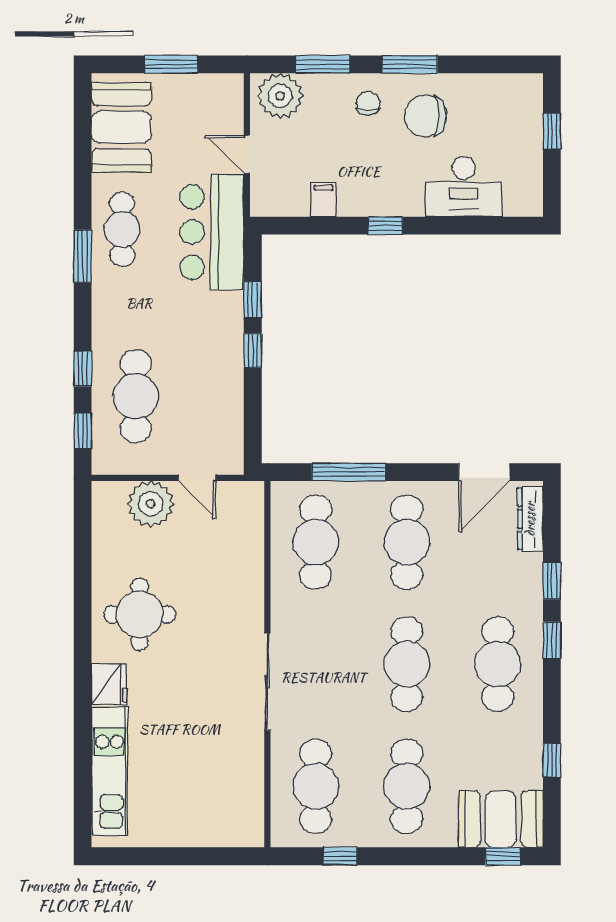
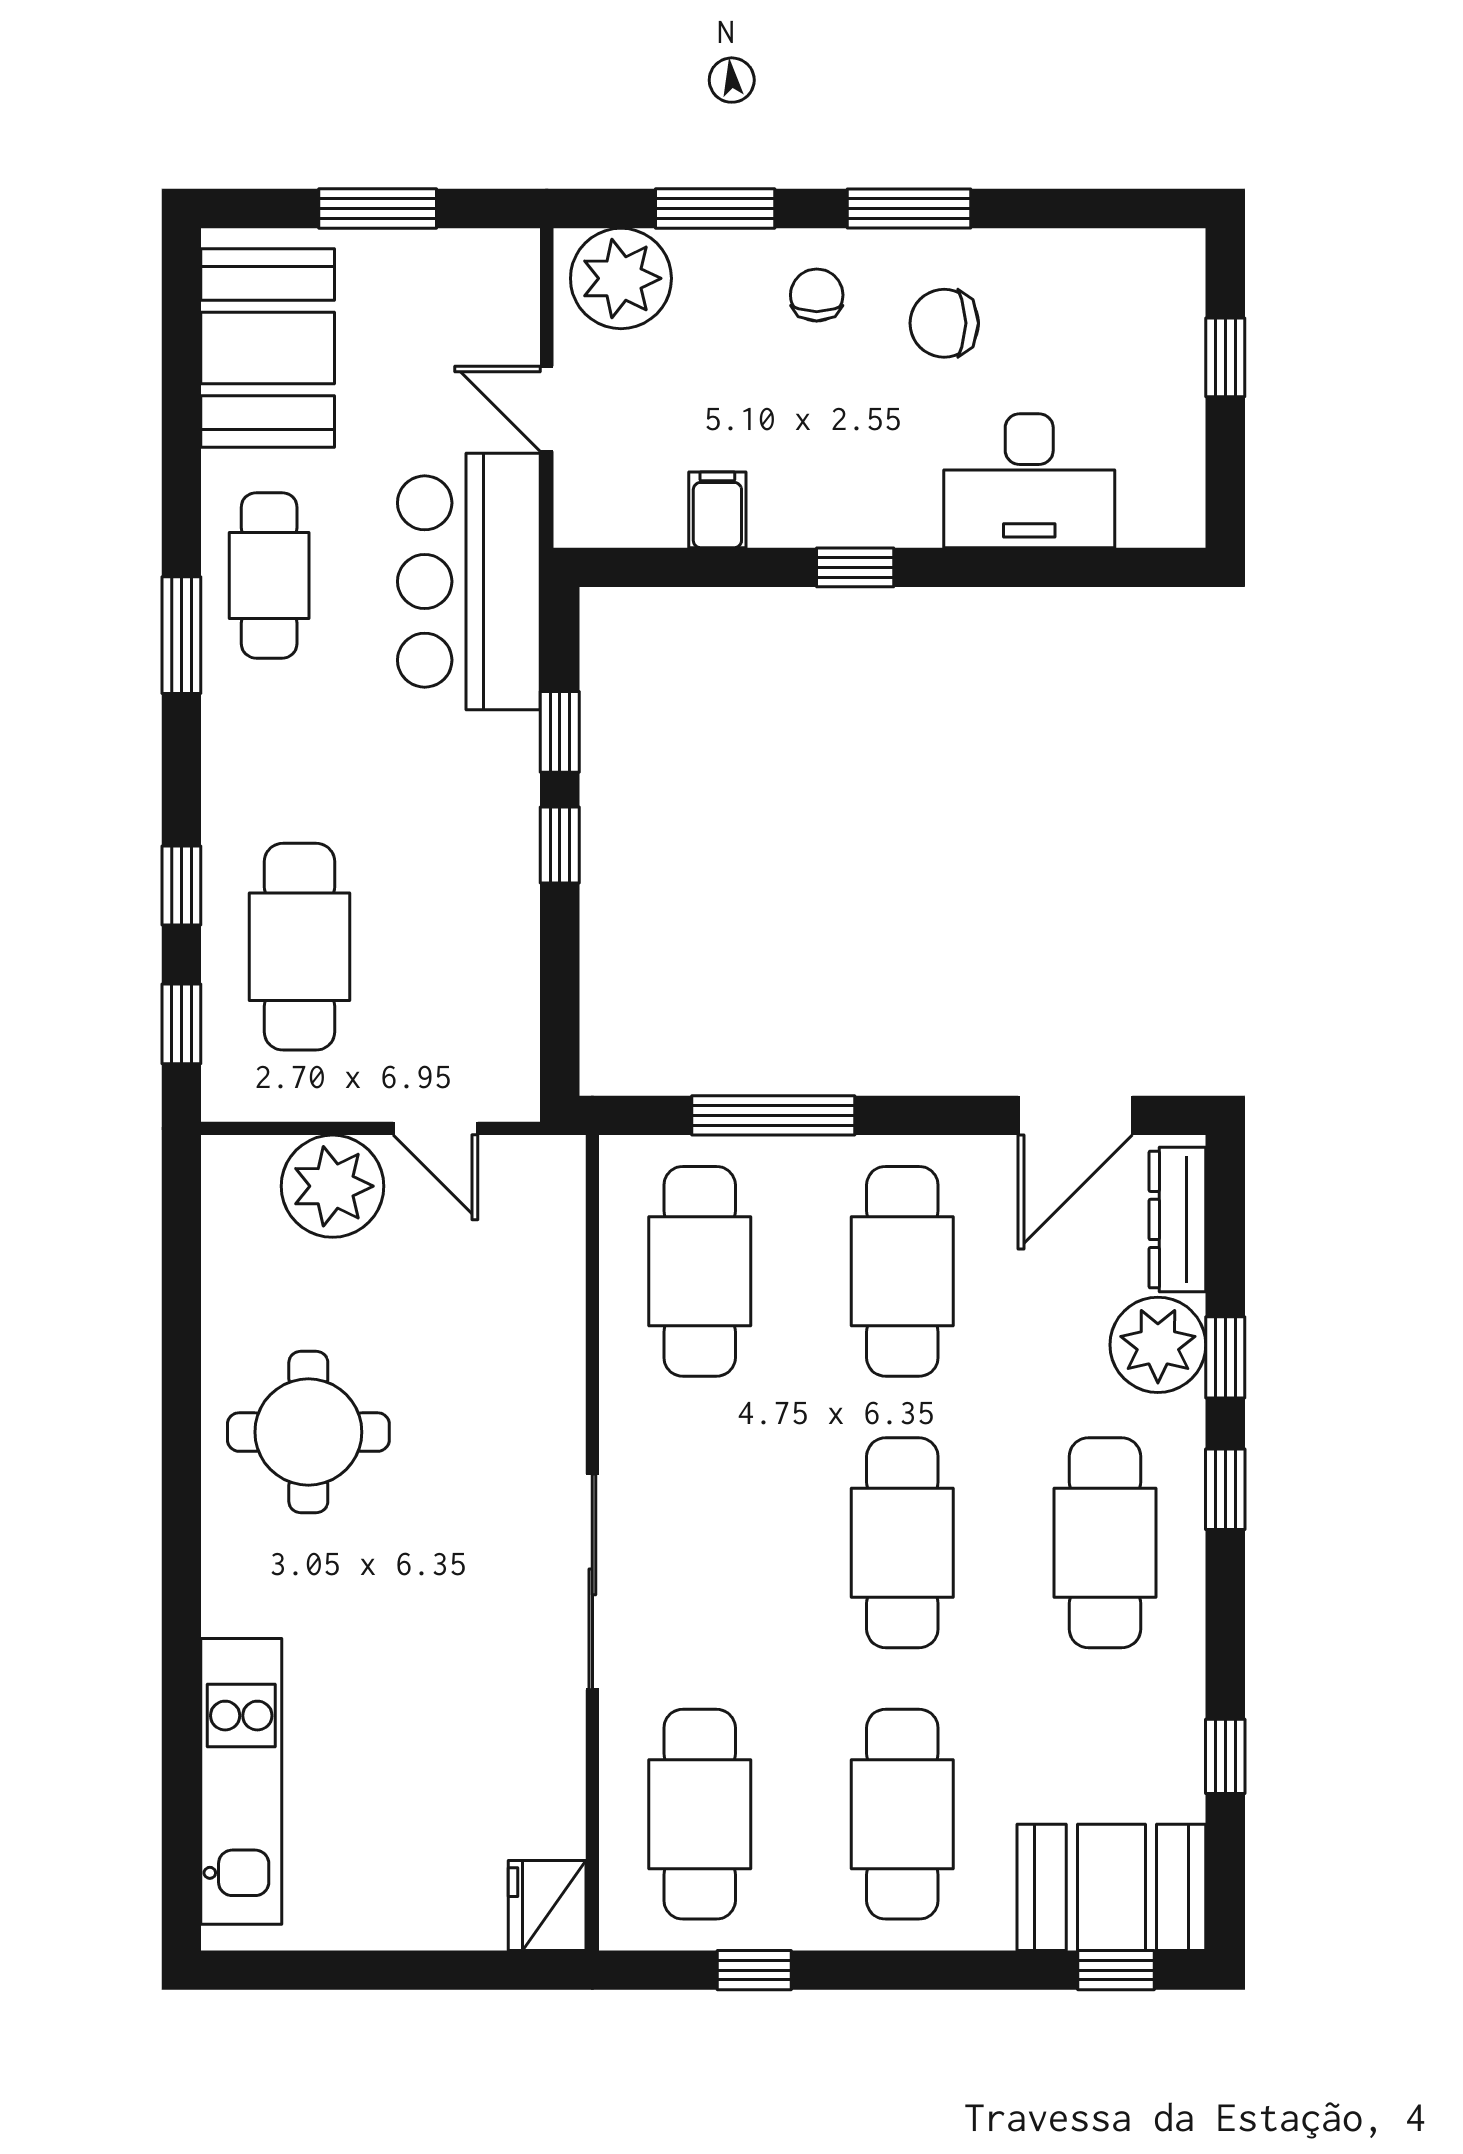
chair: (426, 116) -> (944, 323), width x0.73, depth x0.73
plant: (522, 575) -> (1158, 1345), added
fridge: (109, 685) -> (547, 1906), moved, turned 180

